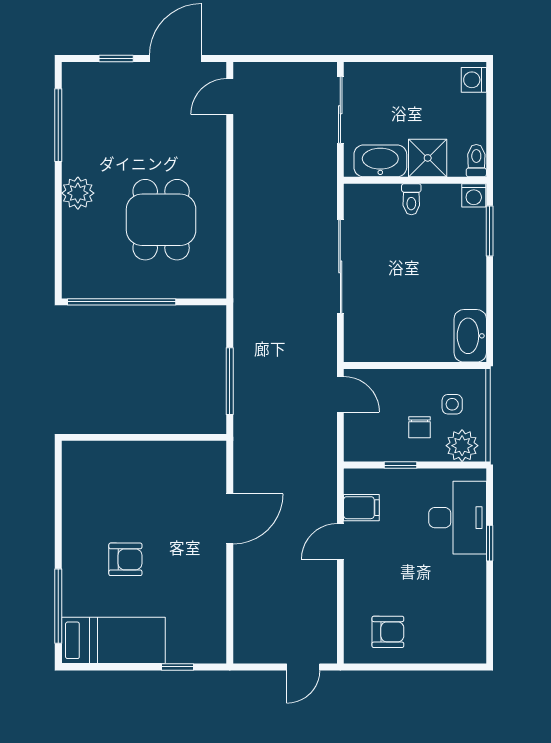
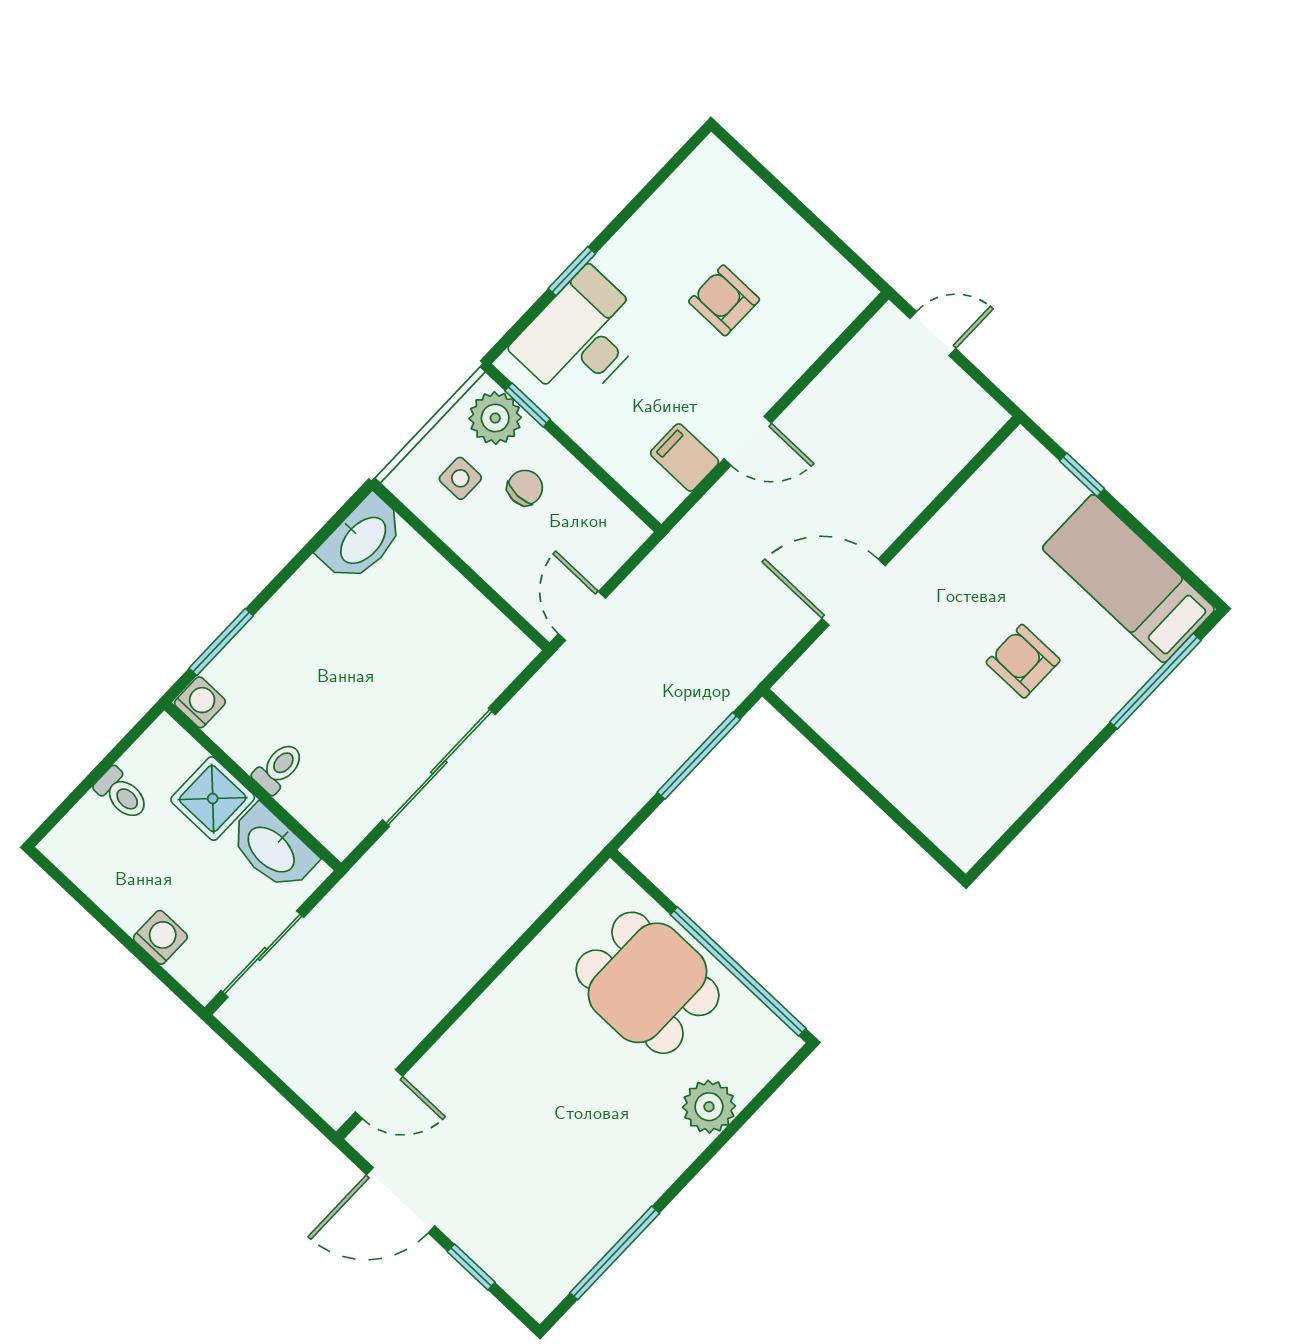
washing machine: (474, 80) -> (160, 937), moved, turned -90
toilet: (476, 161) -> (122, 794), moved, turned -90
plant: (78, 193) -> (709, 1107), moved
dining table: (161, 220) -> (647, 983), moved, turned 90
window: (401, 465) -> (528, 405), moved
armchair: (388, 632) -> (724, 300), moved

